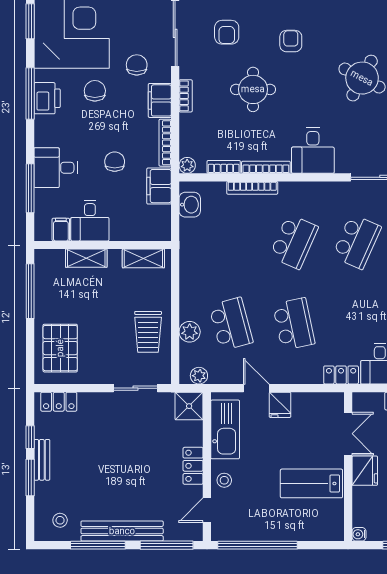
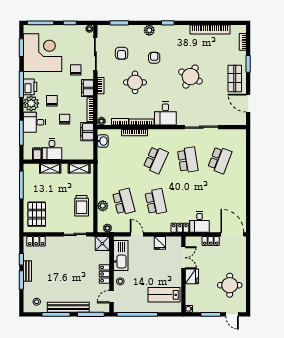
chair: (95, 91) -> (52, 101), moved
plant: (49, 131) -> (31, 103), added
school desk: (357, 242) -> (188, 160), turned -33
fridge: (280, 405) -> (160, 243), moved
lab bench: (311, 483) -> (164, 295), moved

